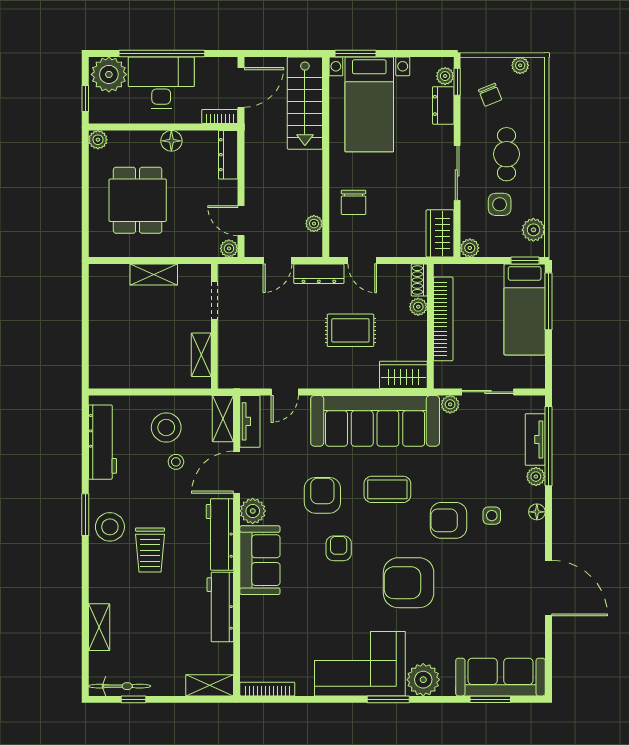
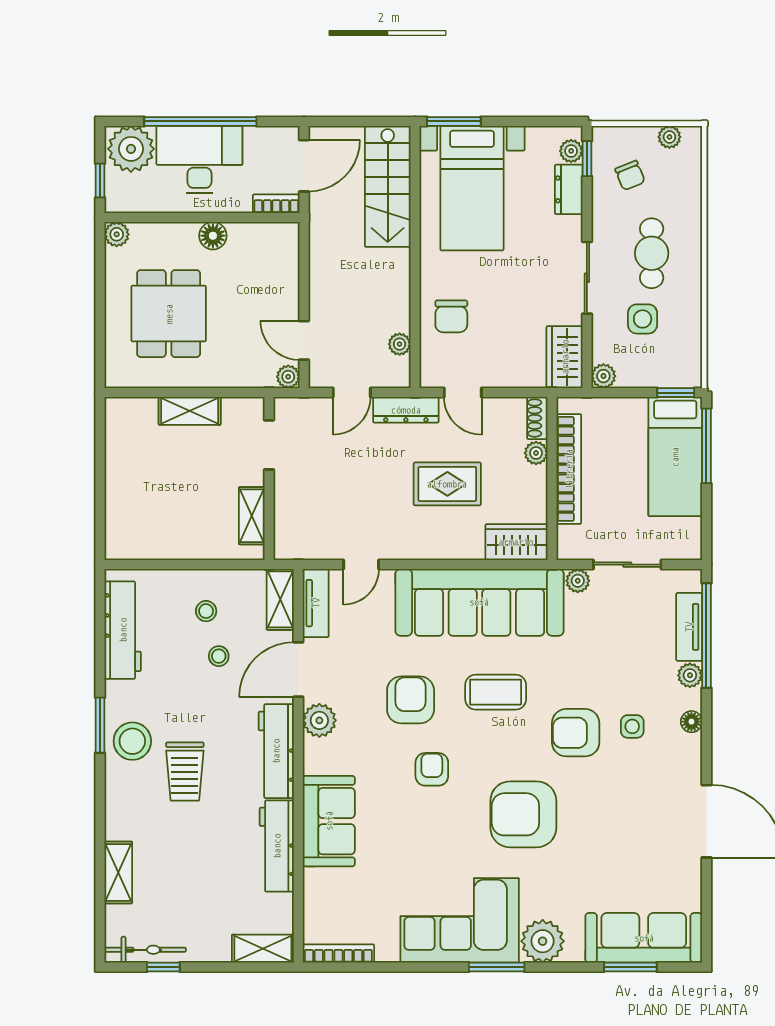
dresser: (228, 155) -> (287, 254), removed
plant: (533, 230) -> (687, 352), removed
stool: (166, 428) -> (206, 611), width x0.53, depth x0.53
sofa: (260, 560) -> (329, 821), moved

